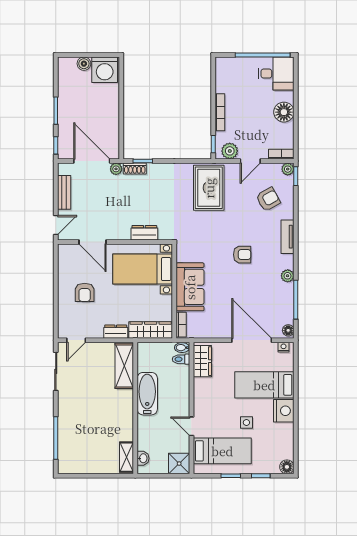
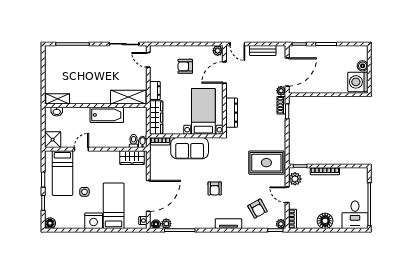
dresser: (144, 233) -> (232, 113), width x1.44
plant: (64, 251) -> (218, 51), added
plant: (288, 276) -> (166, 224), moved

